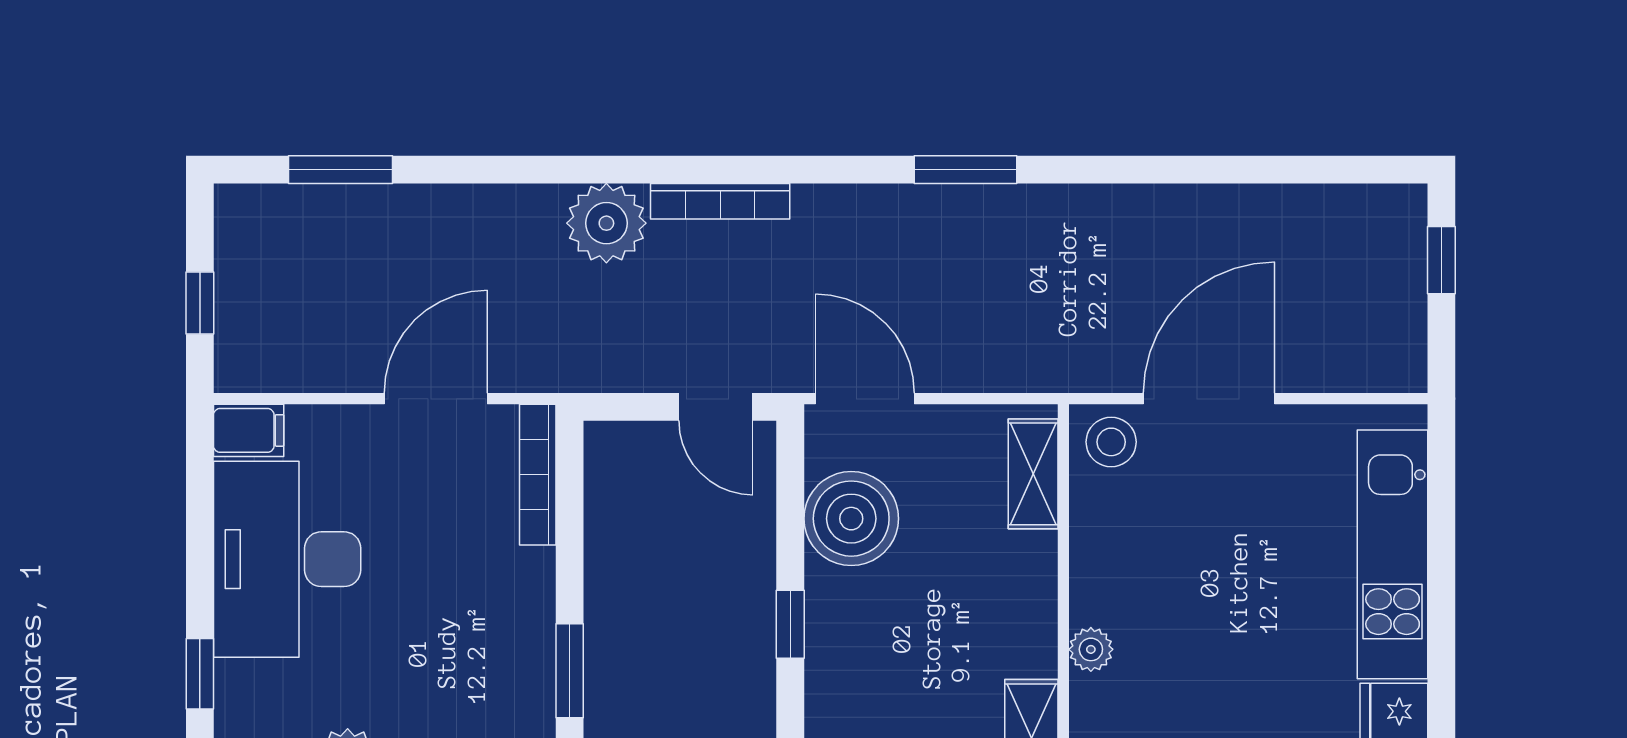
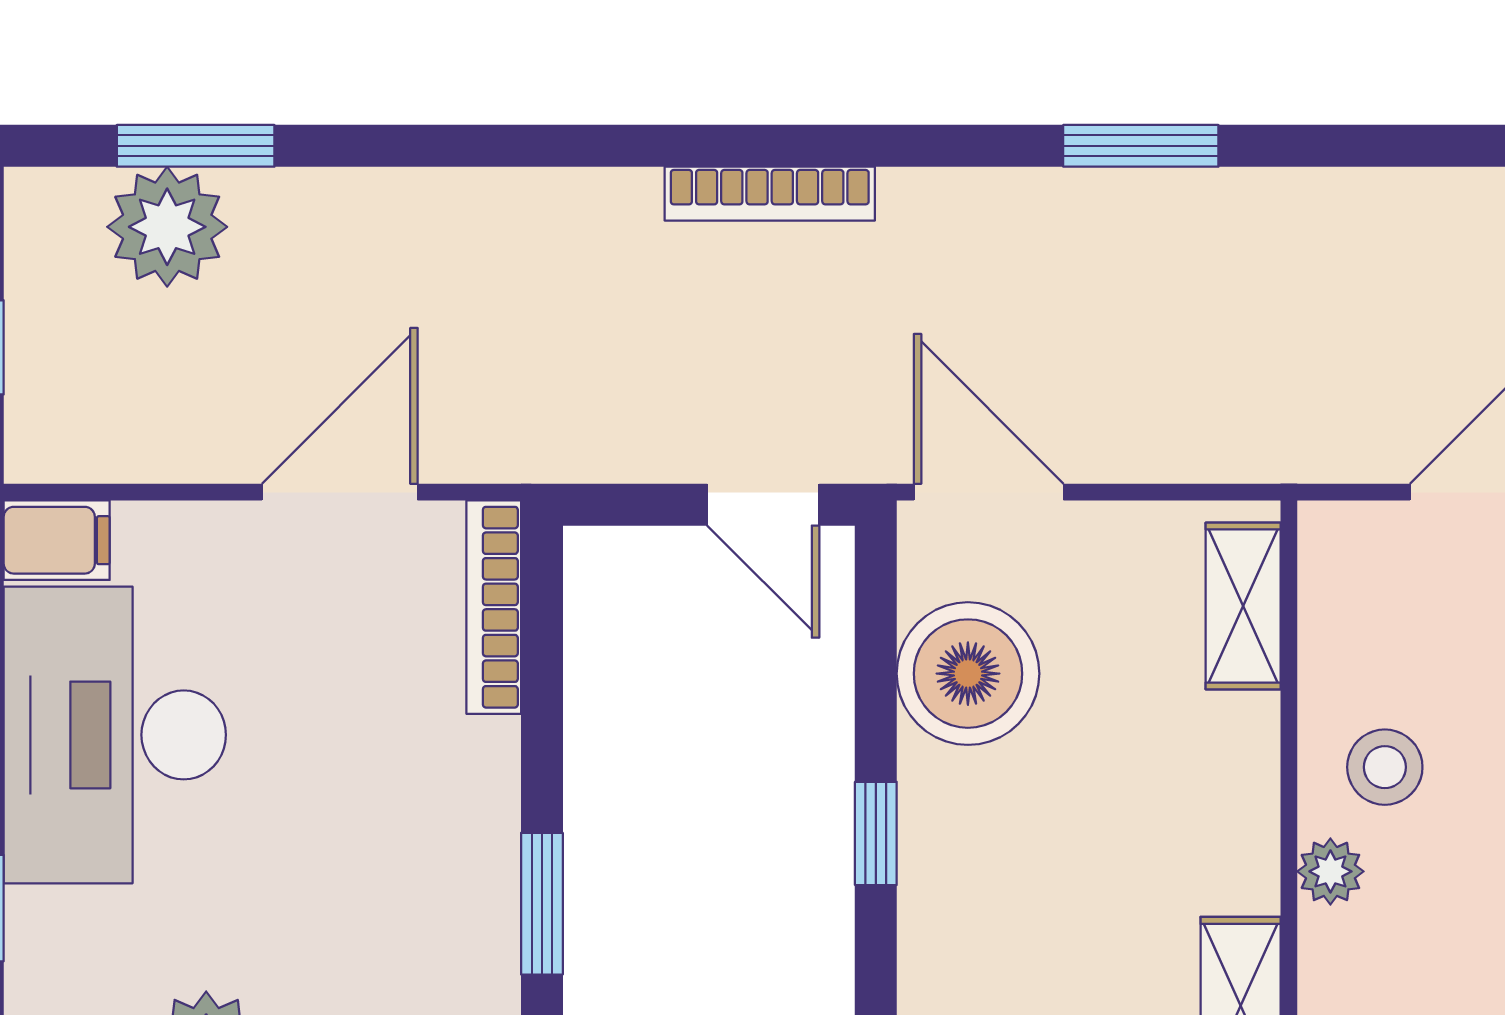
plant: (606, 223) -> (167, 227), moved
stool: (1111, 442) -> (1385, 767), moved

